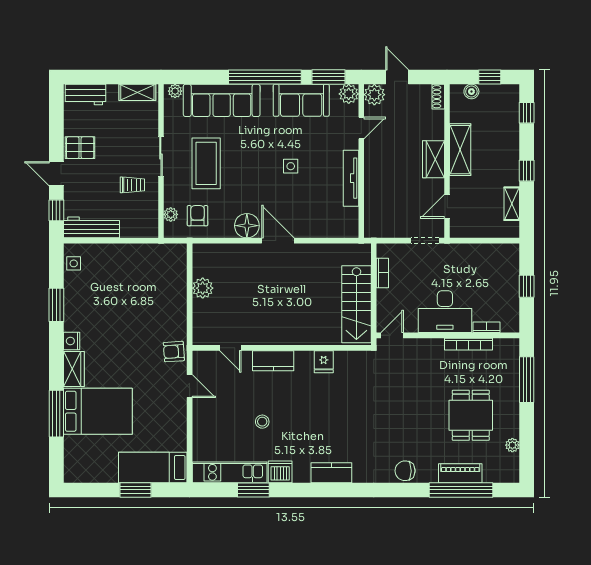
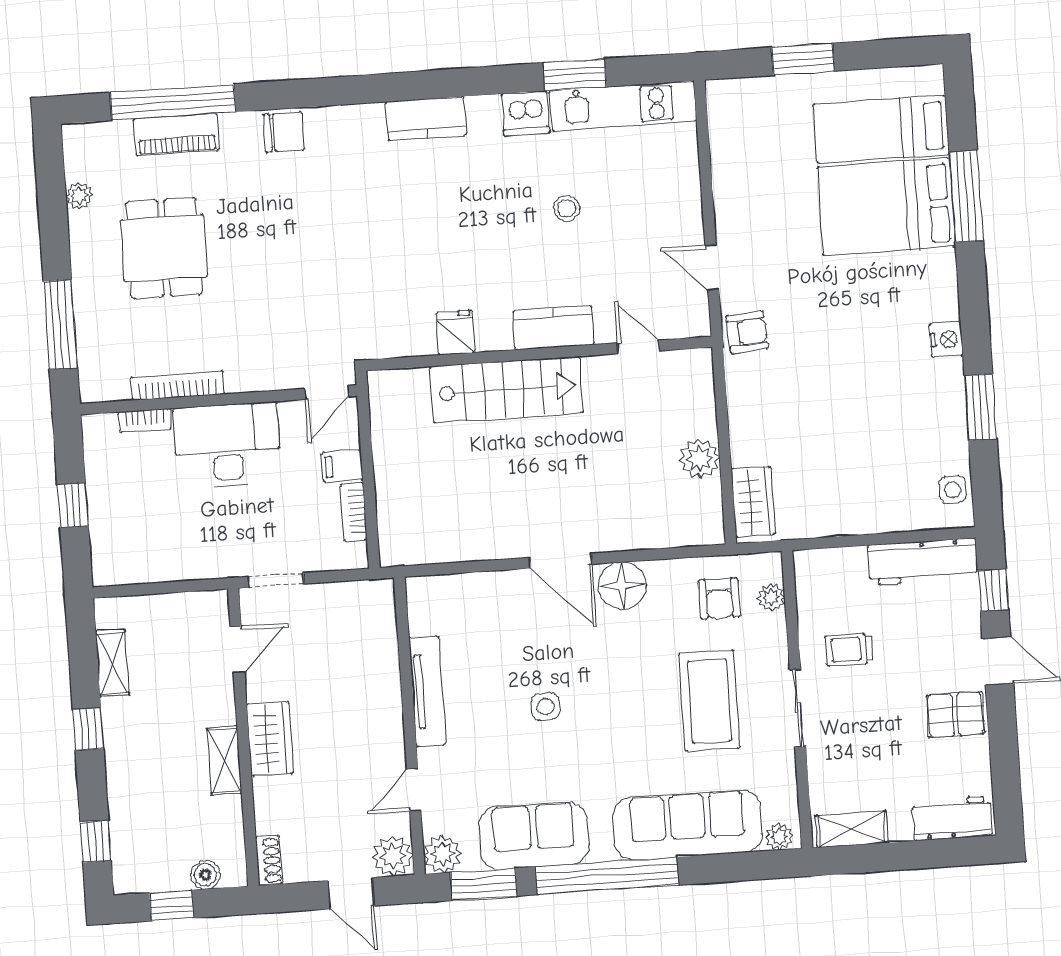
shelving: (460, 150) -> (224, 761), width x0.67, depth x0.75
filing cabinet: (387, 297) -> (342, 466), added
stairs: (356, 304) -> (507, 389), moved, turned 90
wardrobe: (74, 369) -> (753, 502), moved, turned 180
bed: (153, 467) -> (881, 129), moved, turned 180

